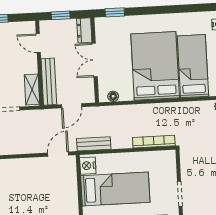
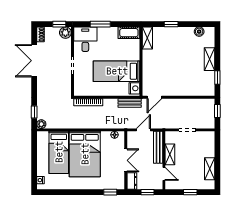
shelving: (32, 89) -> (170, 154), moved

